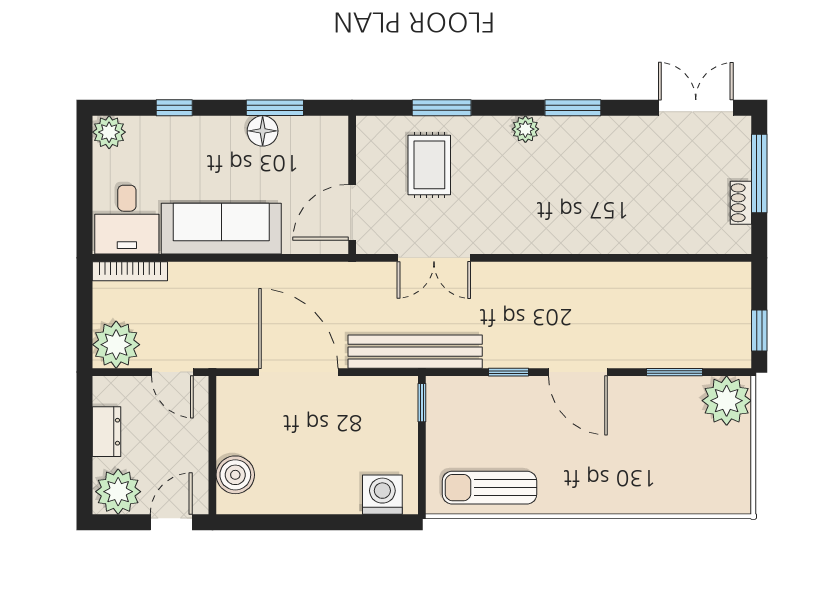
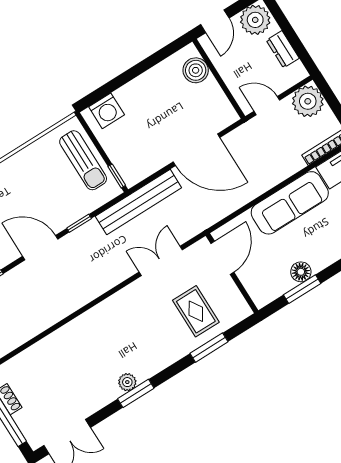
plant: (525, 129) -> (127, 382), moved
sun lounger: (490, 488) -> (83, 160), moved, turned 90

